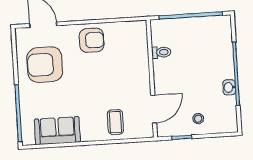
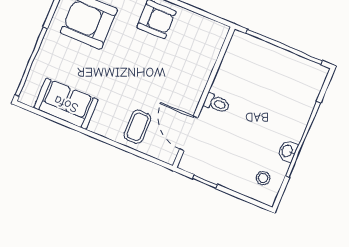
toilet: (161, 52) -> (217, 103), moved
door: (154, 109) -> (189, 133), swing flipped
stool: (198, 119) -> (263, 178), moved

